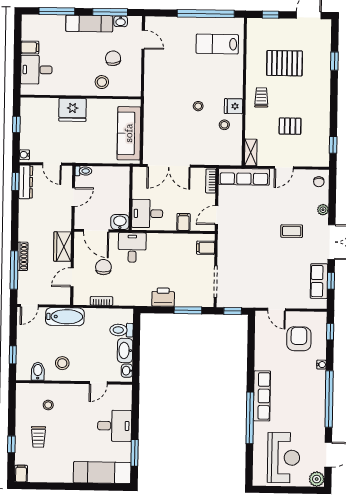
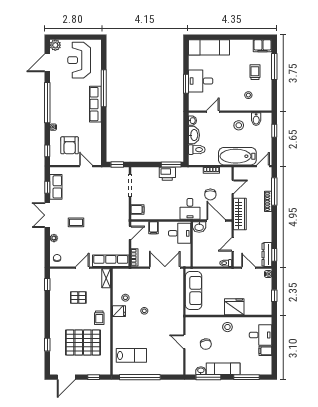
door: (143, 40) -> (184, 342), moved
pallet: (285, 63) -> (83, 343), width x1.37, depth x1.41
stool: (102, 82) -> (227, 327), moved
wardrobe: (62, 247) -> (240, 214), width x1.50
window: (188, 310) -> (171, 164), moved
bathtub: (65, 317) -> (237, 156), width x1.36, depth x1.36
window: (11, 444) -> (274, 67), width x2.17
window: (135, 453) -> (186, 84), moved
filing cabinet: (21, 474) -> (262, 46), width x2.00

